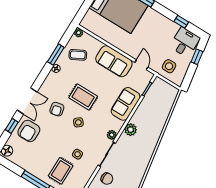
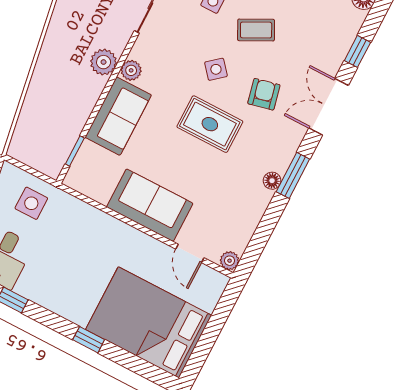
window: (56, 55) -> (293, 175), moved
coffee table: (78, 55) -> (256, 30), moved
door: (141, 65) -> (190, 253), moved
armchair: (29, 131) -> (320, 43), removed
plant: (112, 135) -> (131, 70), moved

